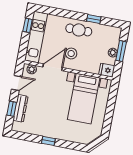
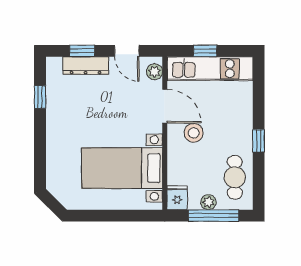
window: (94, 19) -> (259, 141), moved
window: (28, 25) -> (205, 51), moved
cafe table: (79, 30) -> (235, 177), moved
window: (121, 51) -> (214, 216), width x1.44
window: (48, 141) -> (40, 97), moved

